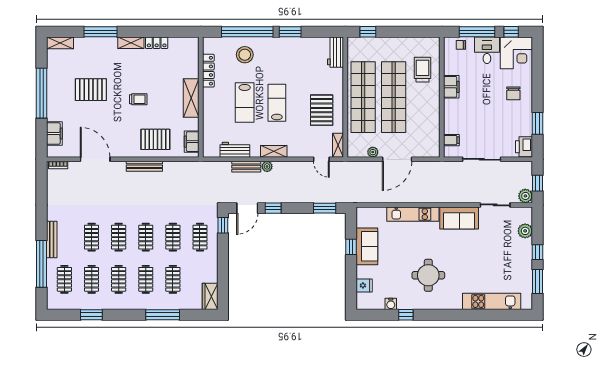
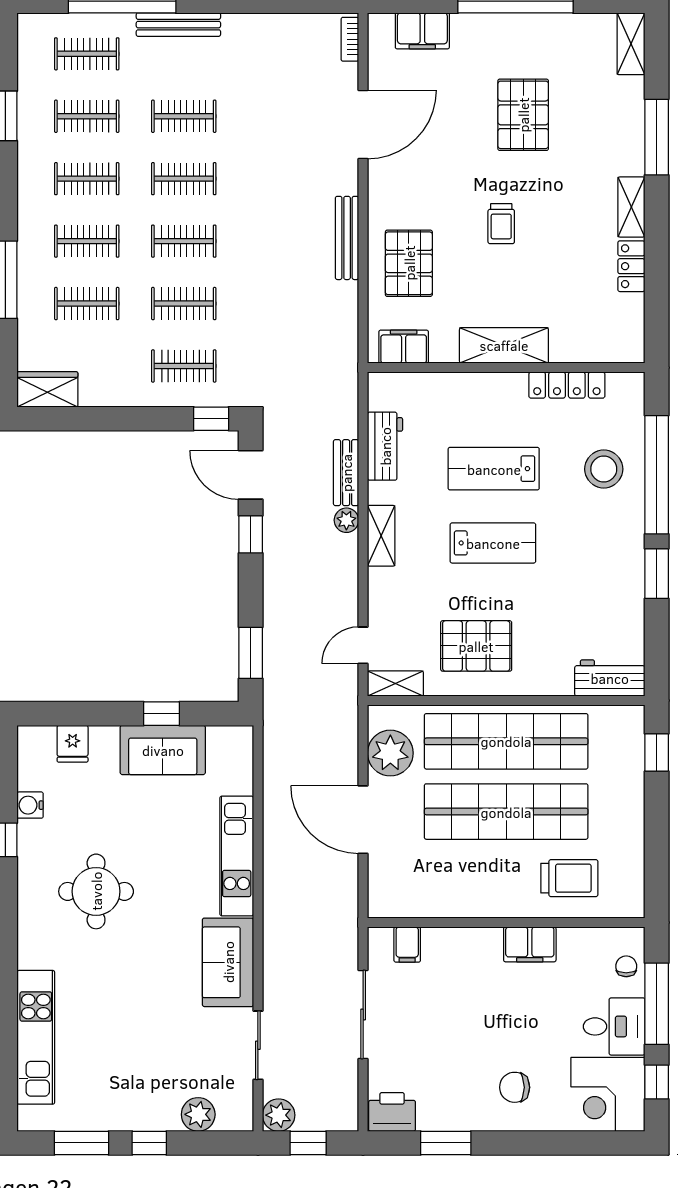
plant: (373, 152) -> (390, 753), width x1.87, depth x1.87

